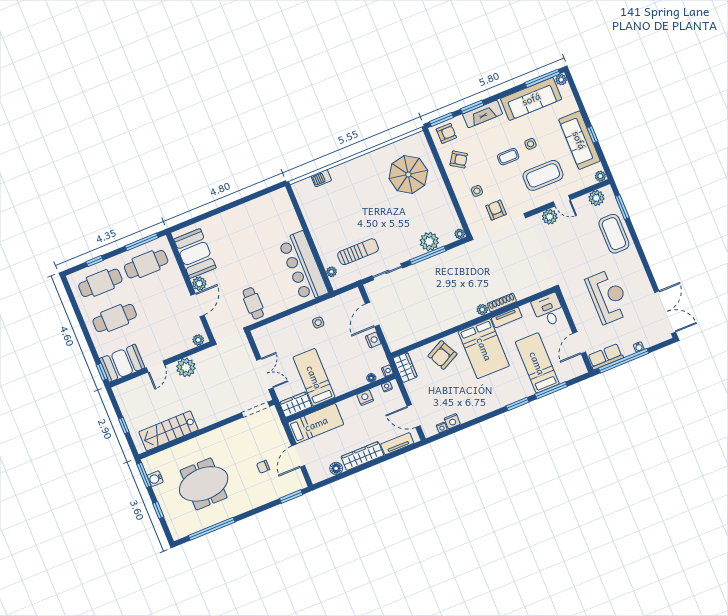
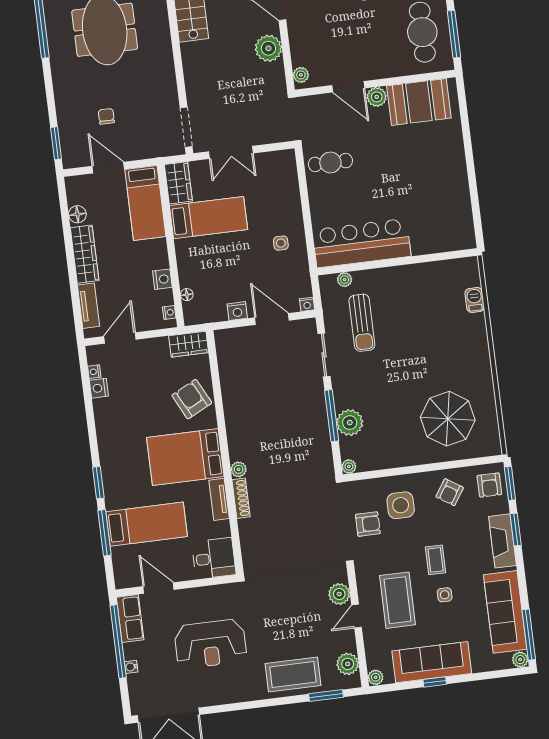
side table: (477, 191) -> (401, 505), width x1.87, depth x1.87
nightstand: (387, 371) -> (307, 304), moved

